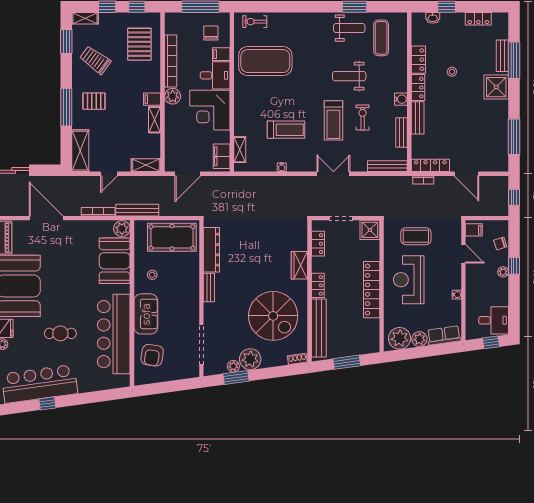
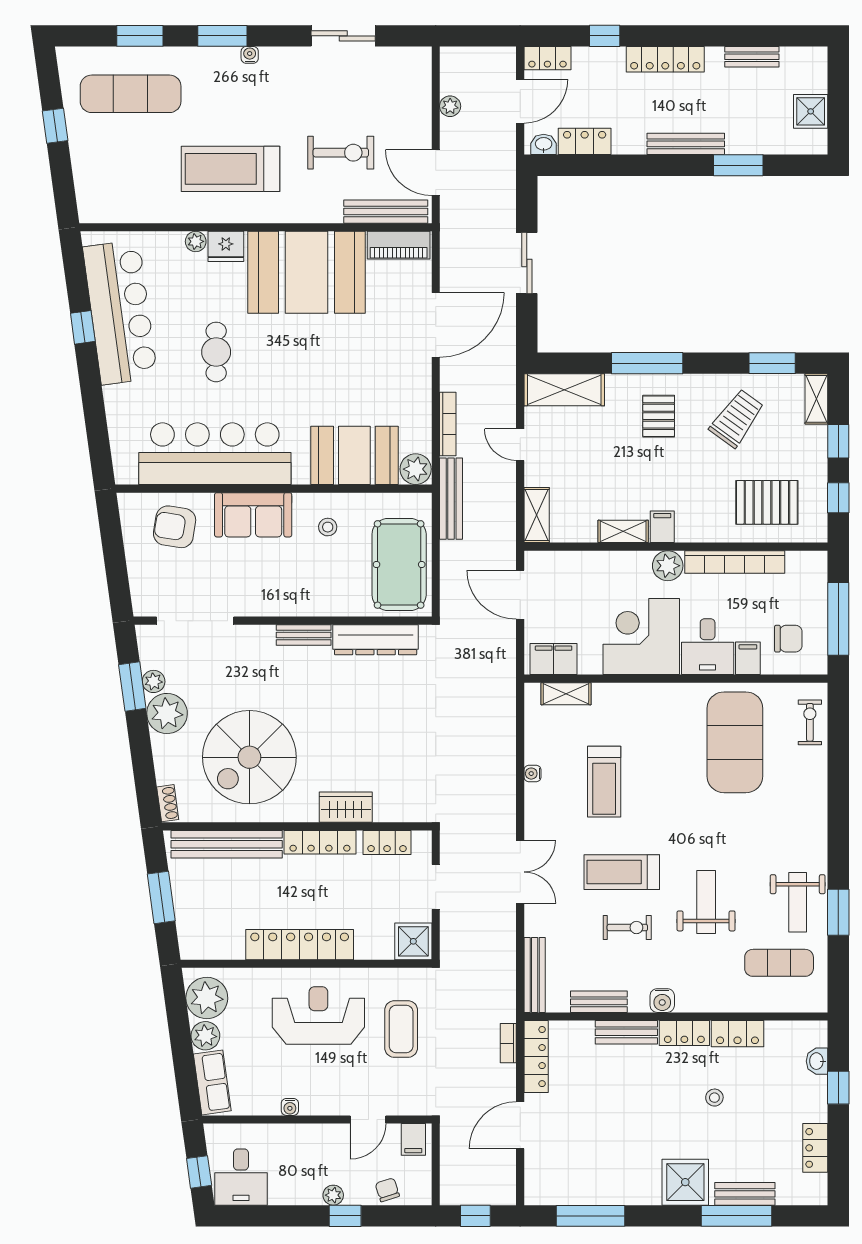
locker: (318, 285) -> (320, 842), width x1.53

